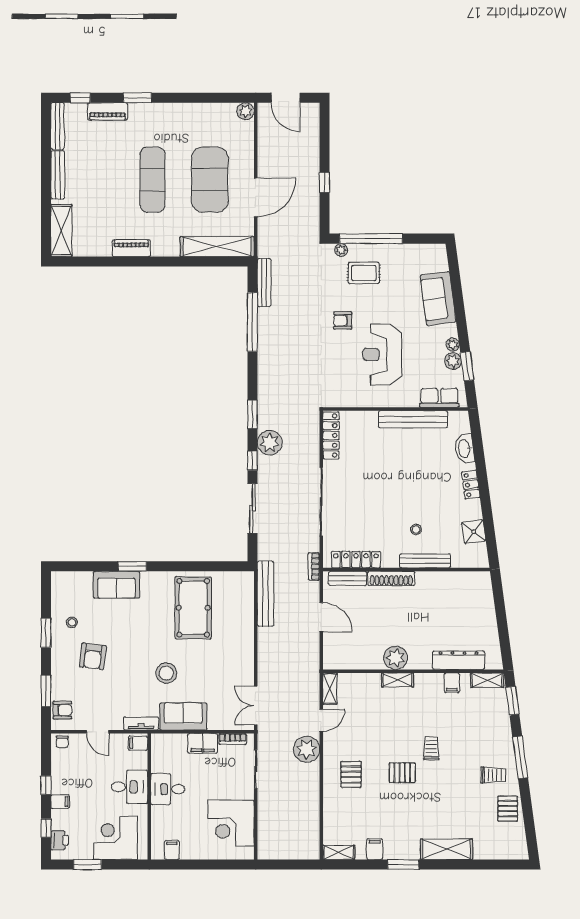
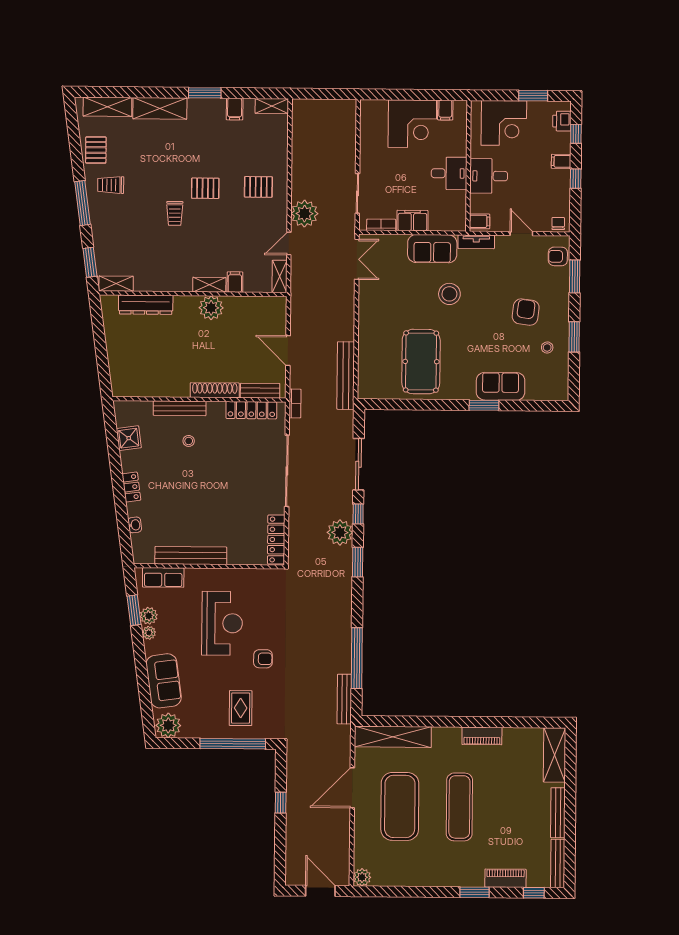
plant: (341, 250) -> (168, 725), moved, width x1.88, depth x1.88
rug: (364, 273) -> (241, 708), turned 90
washbasin: (465, 449) -> (135, 525), width x0.52, depth x0.69
filing cabinet: (452, 683) -> (235, 282), moved
pallet: (351, 774) -> (258, 187), turned 90
corner desk: (231, 823) -> (412, 124), moved, turned 90
shelving: (497, 850) -> (107, 107), added

